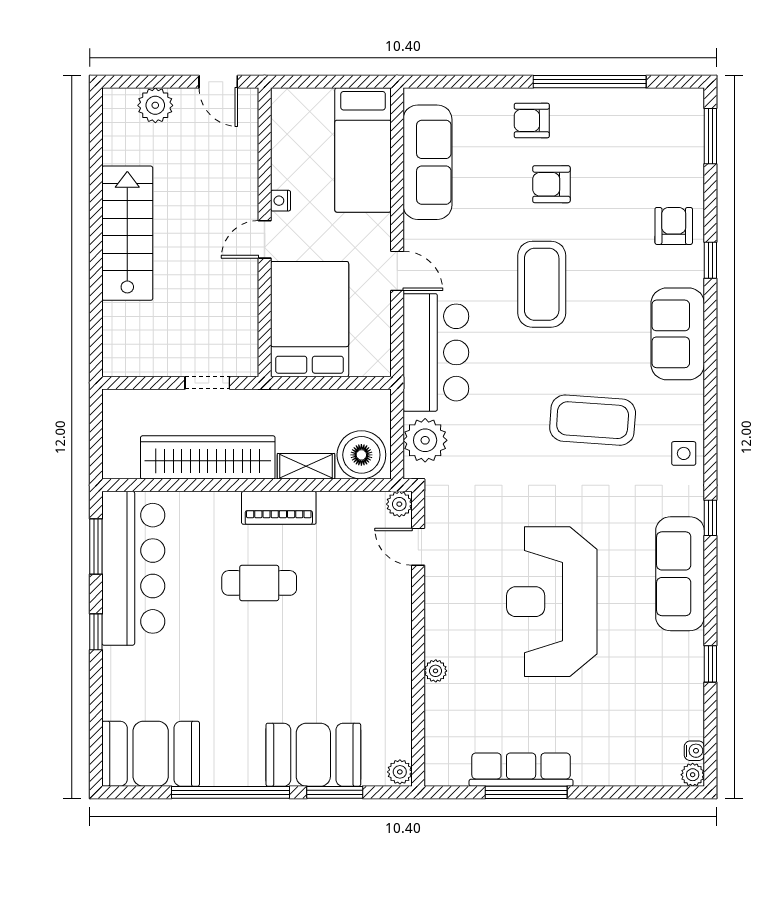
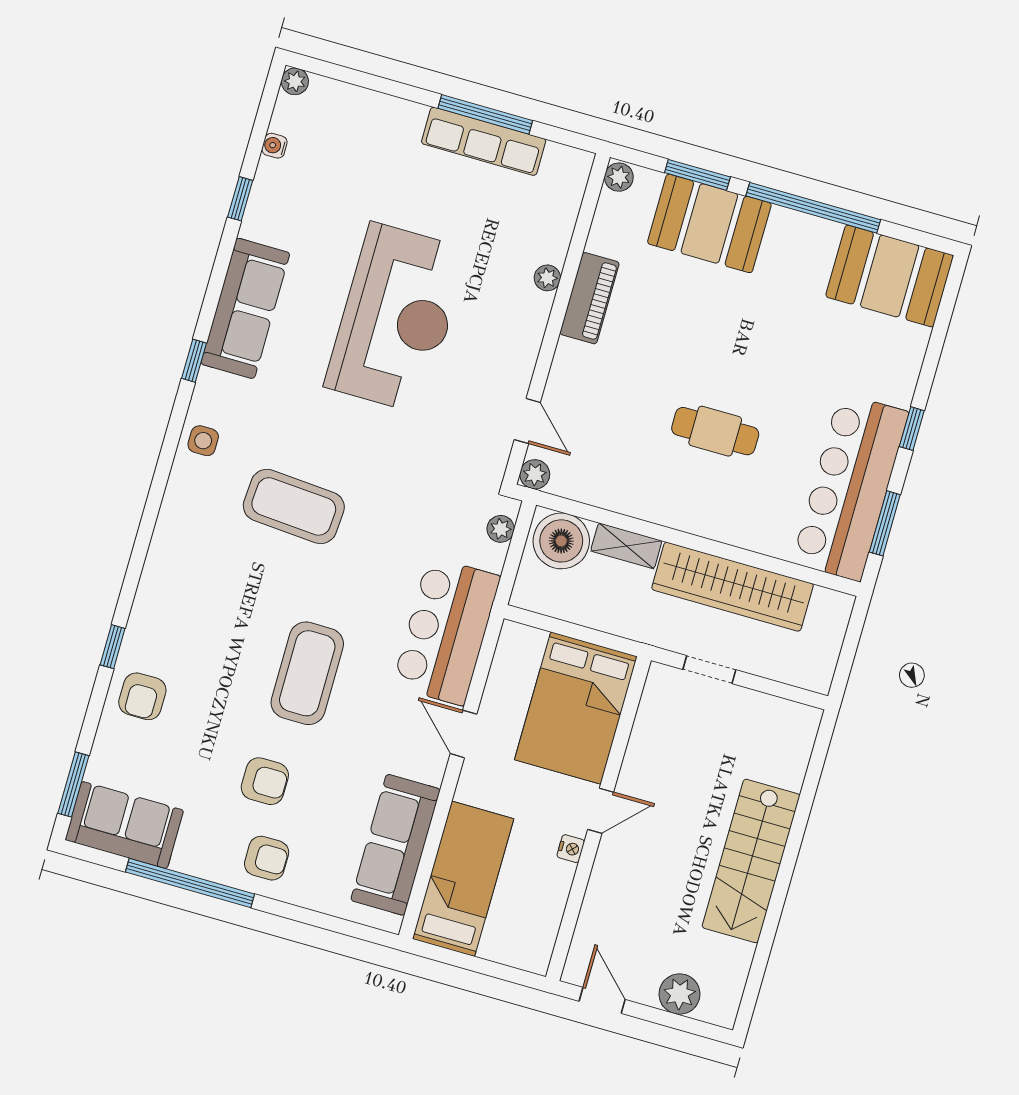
sofa: (678, 334) -> (124, 825), moved, turned -90
plant: (425, 440) -> (501, 529), width x0.53, depth x0.53
piano: (279, 508) -> (589, 298), moved, turned 90
water cooler: (694, 751) -> (274, 146), moved

